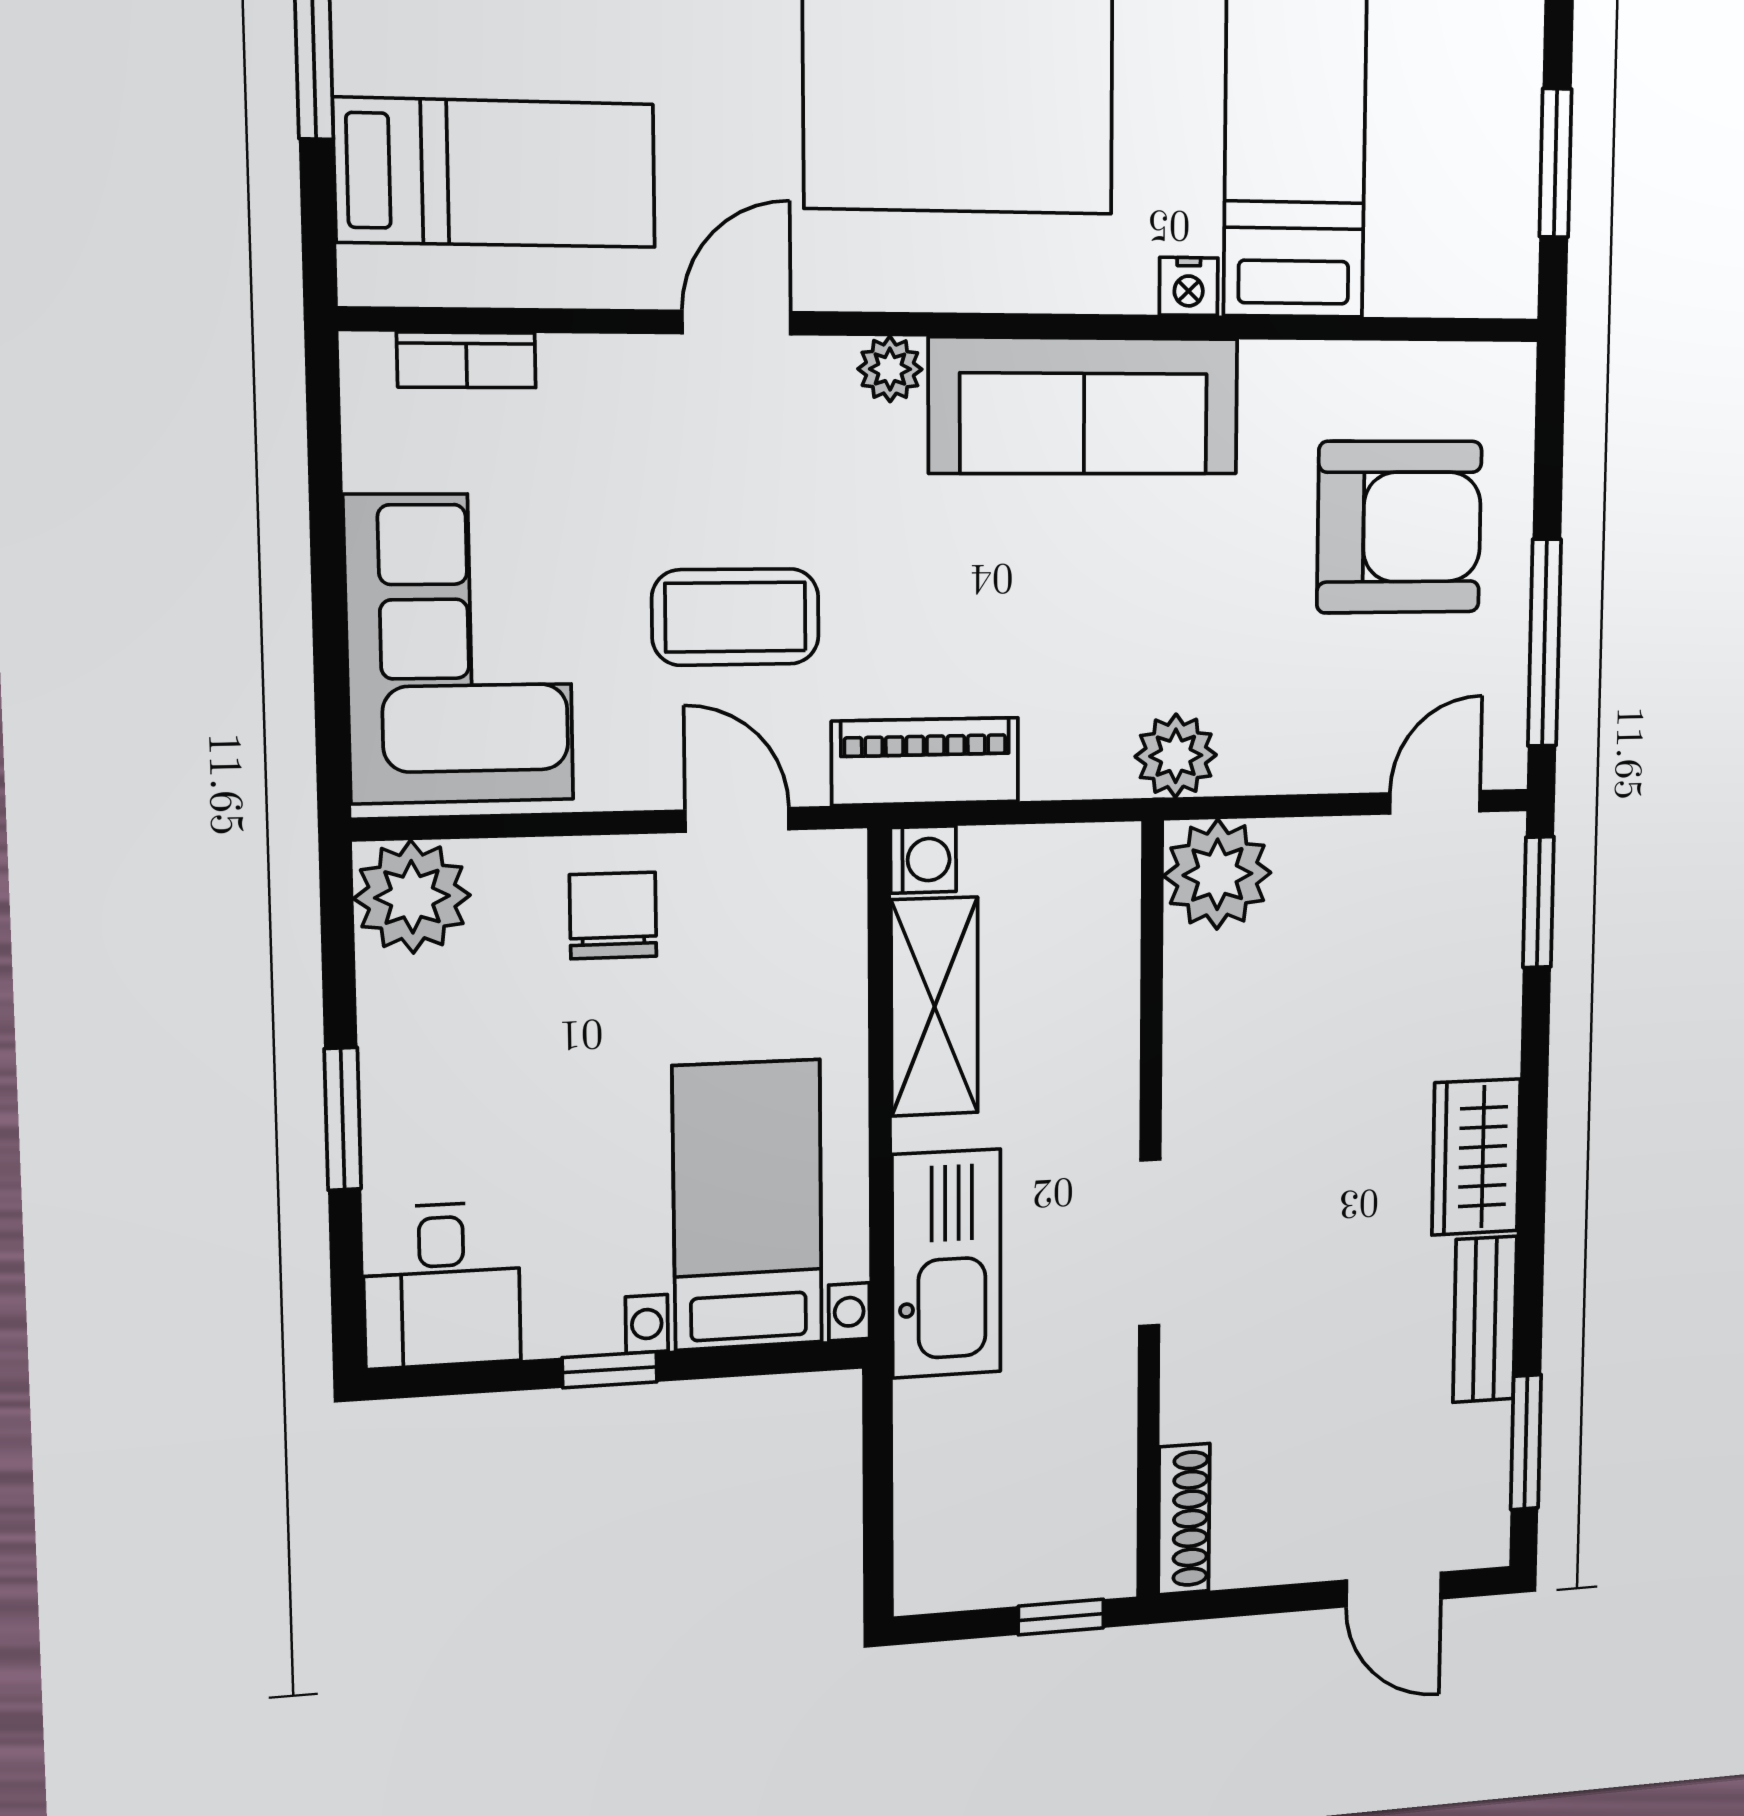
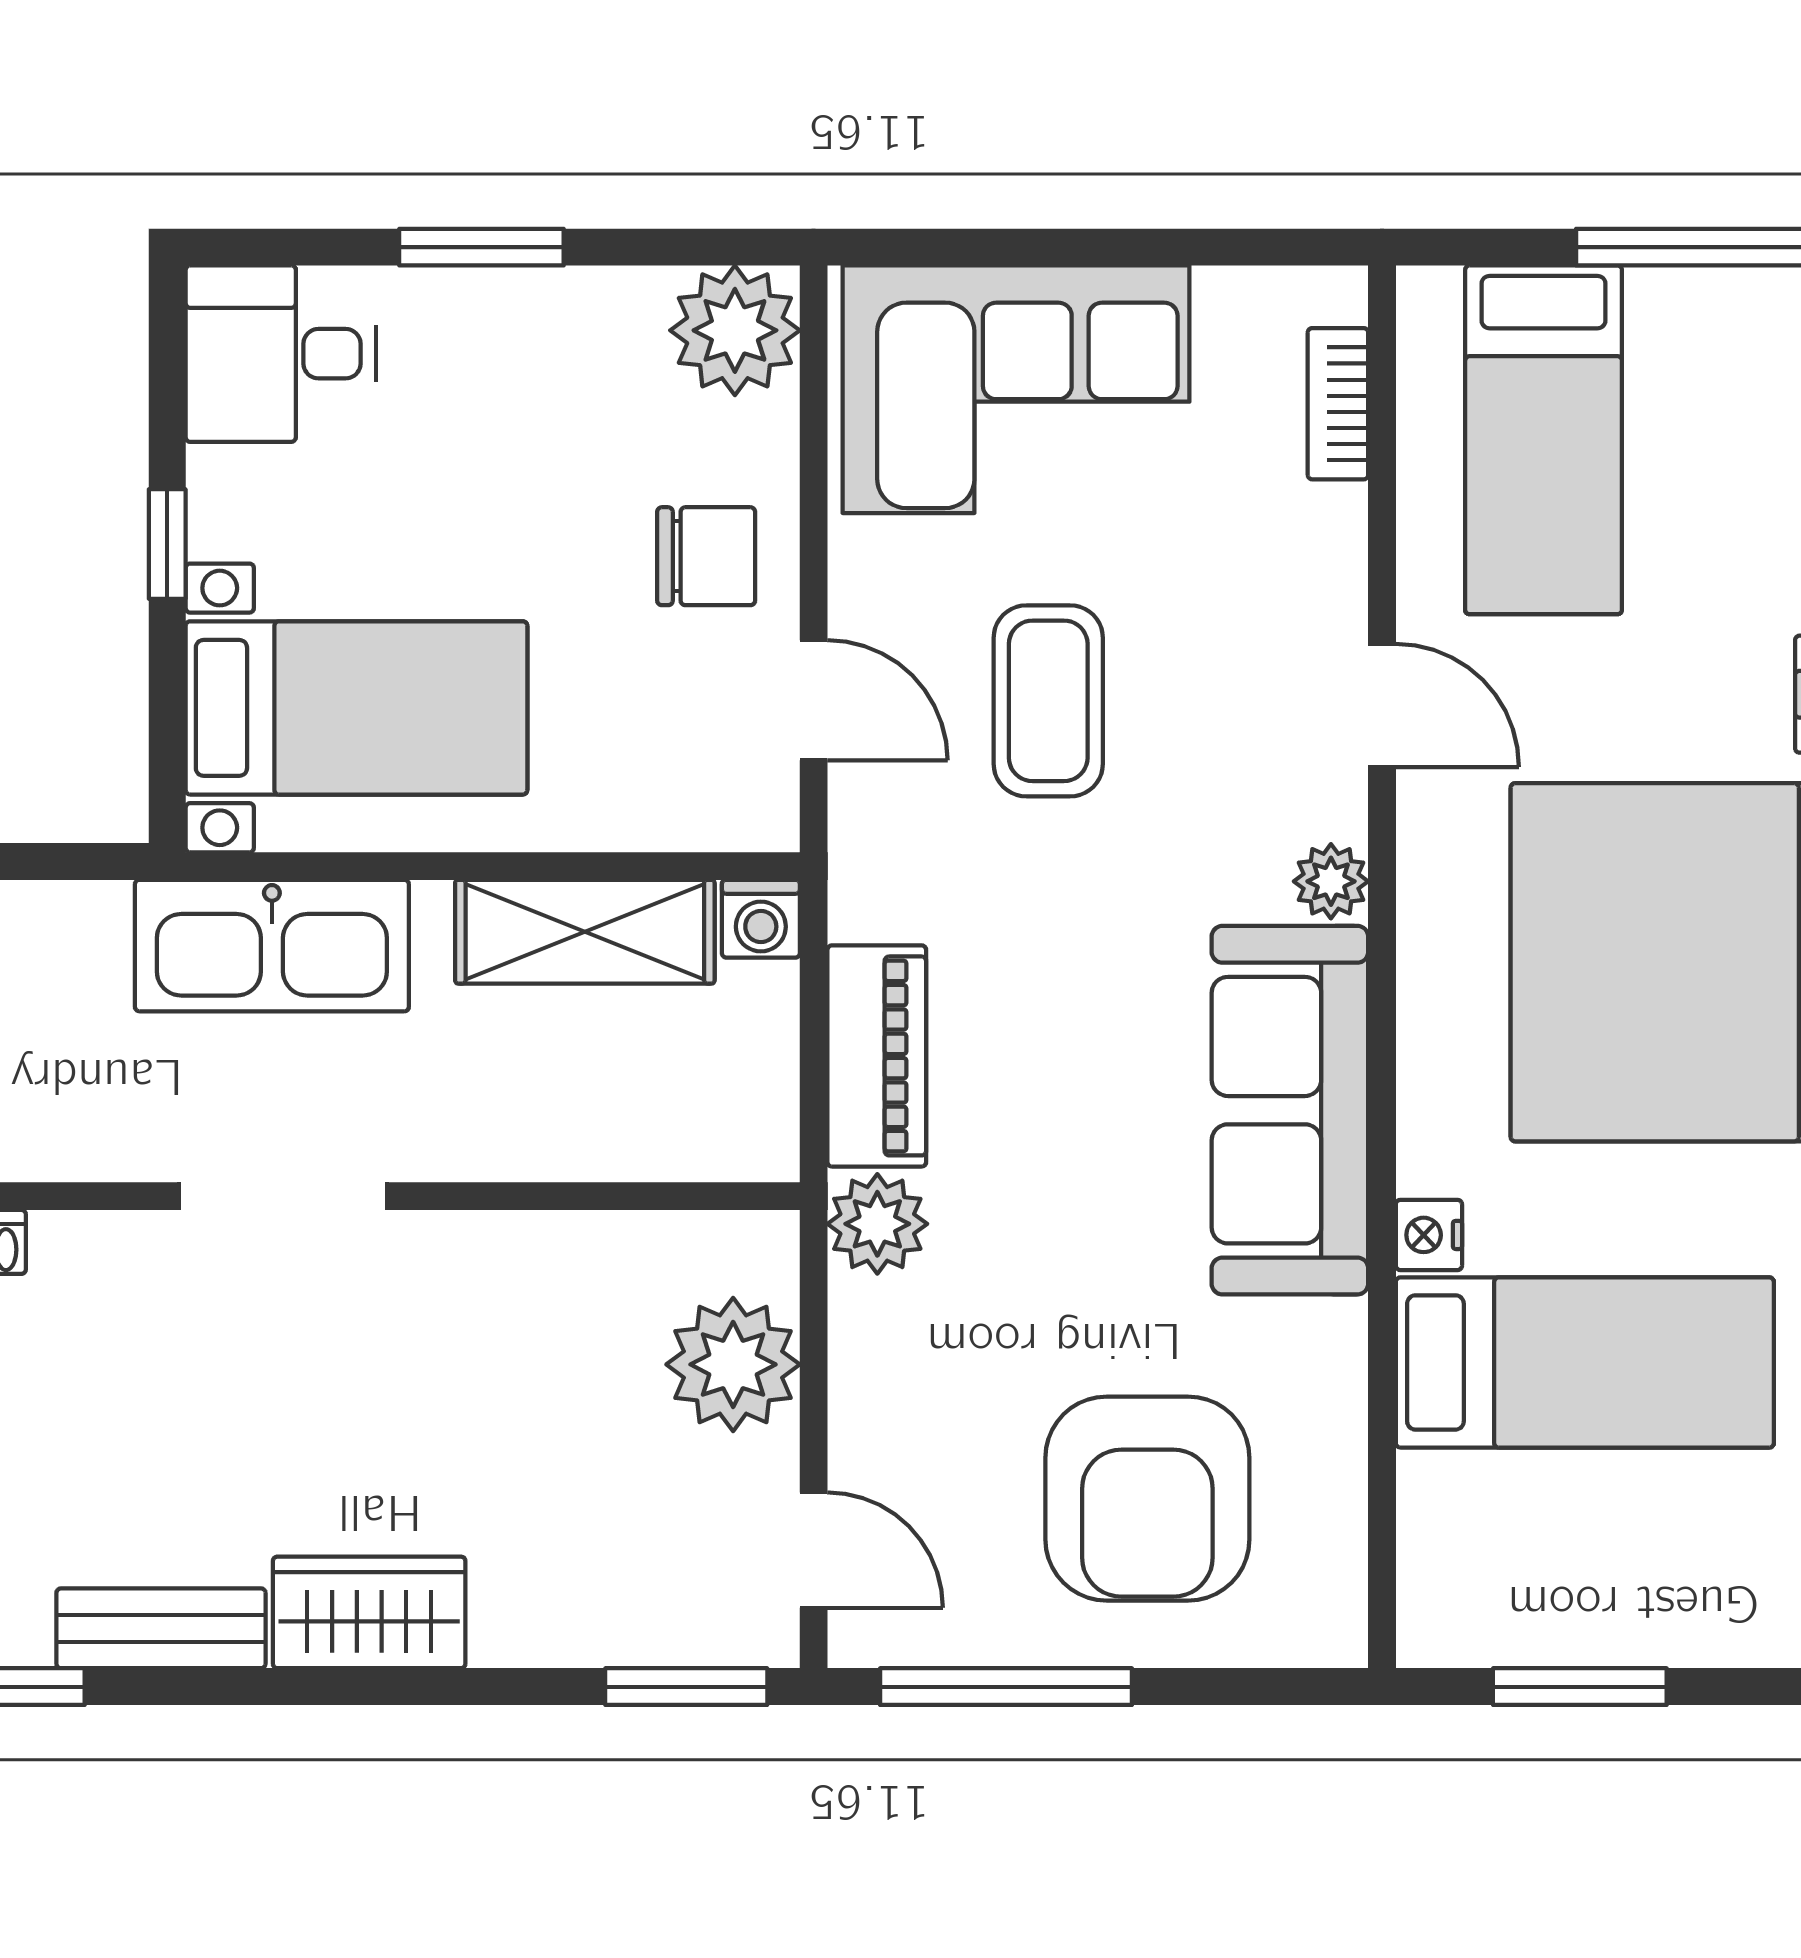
piano: (925, 762) -> (877, 1056), moved
door: (737, 820) -> (814, 700), hinge flipped
plant: (1217, 874) -> (733, 1364), moved

